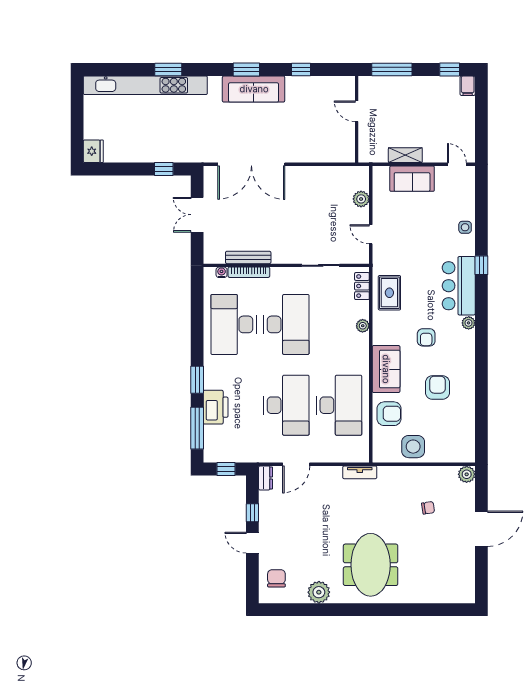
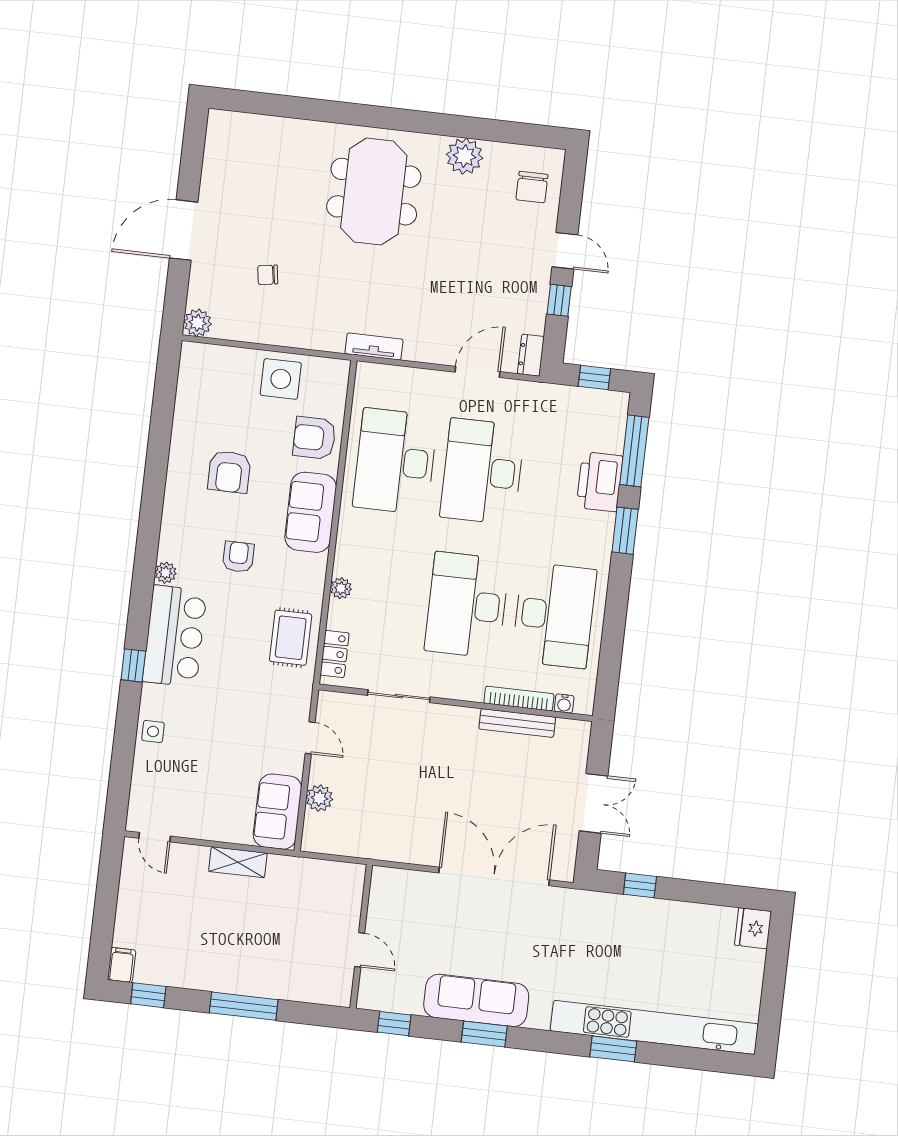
door: (357, 111) -> (360, 950), moved
wall: (357, 119) -> (361, 936), moved
sofa: (412, 179) -> (277, 812), moved, turned -90

